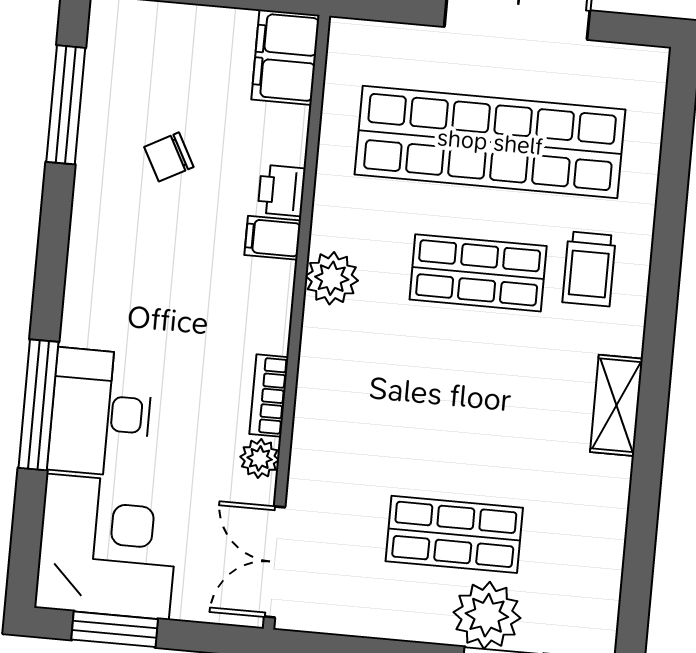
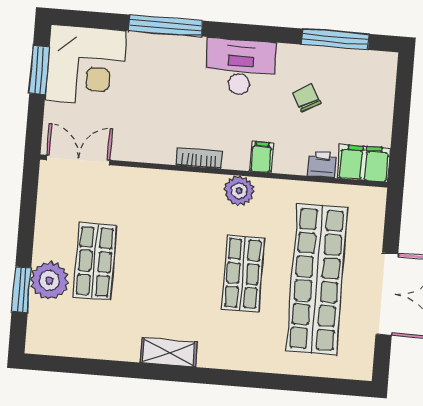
printer: (282, 190) -> (322, 165), moved
trolley: (589, 269) -> (246, 336), removed
bookcase: (269, 396) -> (199, 158), moved
desk: (101, 412) -> (240, 67), moved
plant: (260, 458) -> (137, 151), removed

